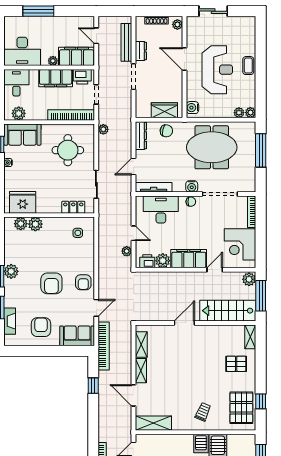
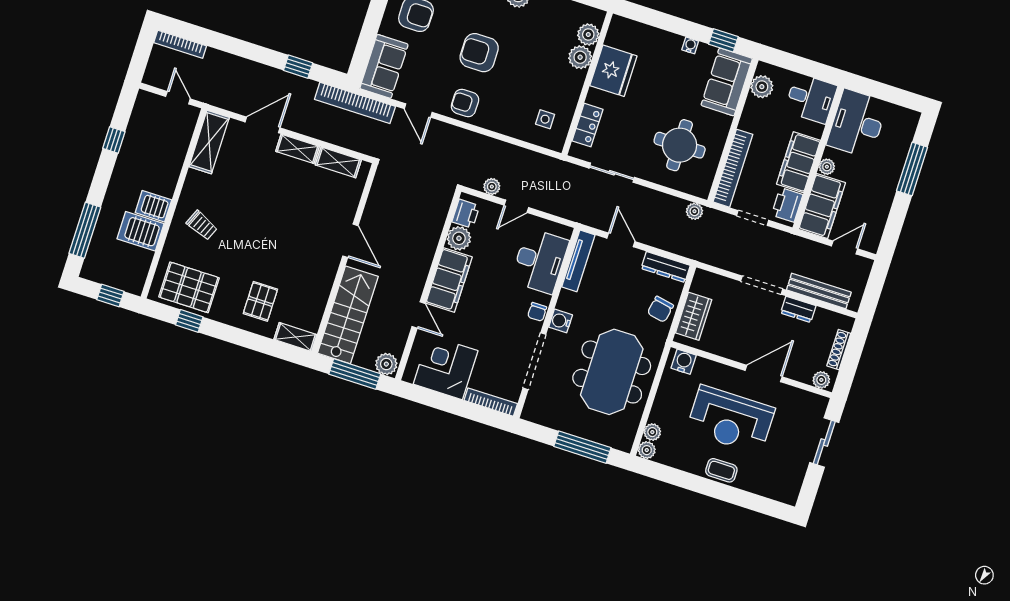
fridge: (23, 202) -> (613, 71), moved

